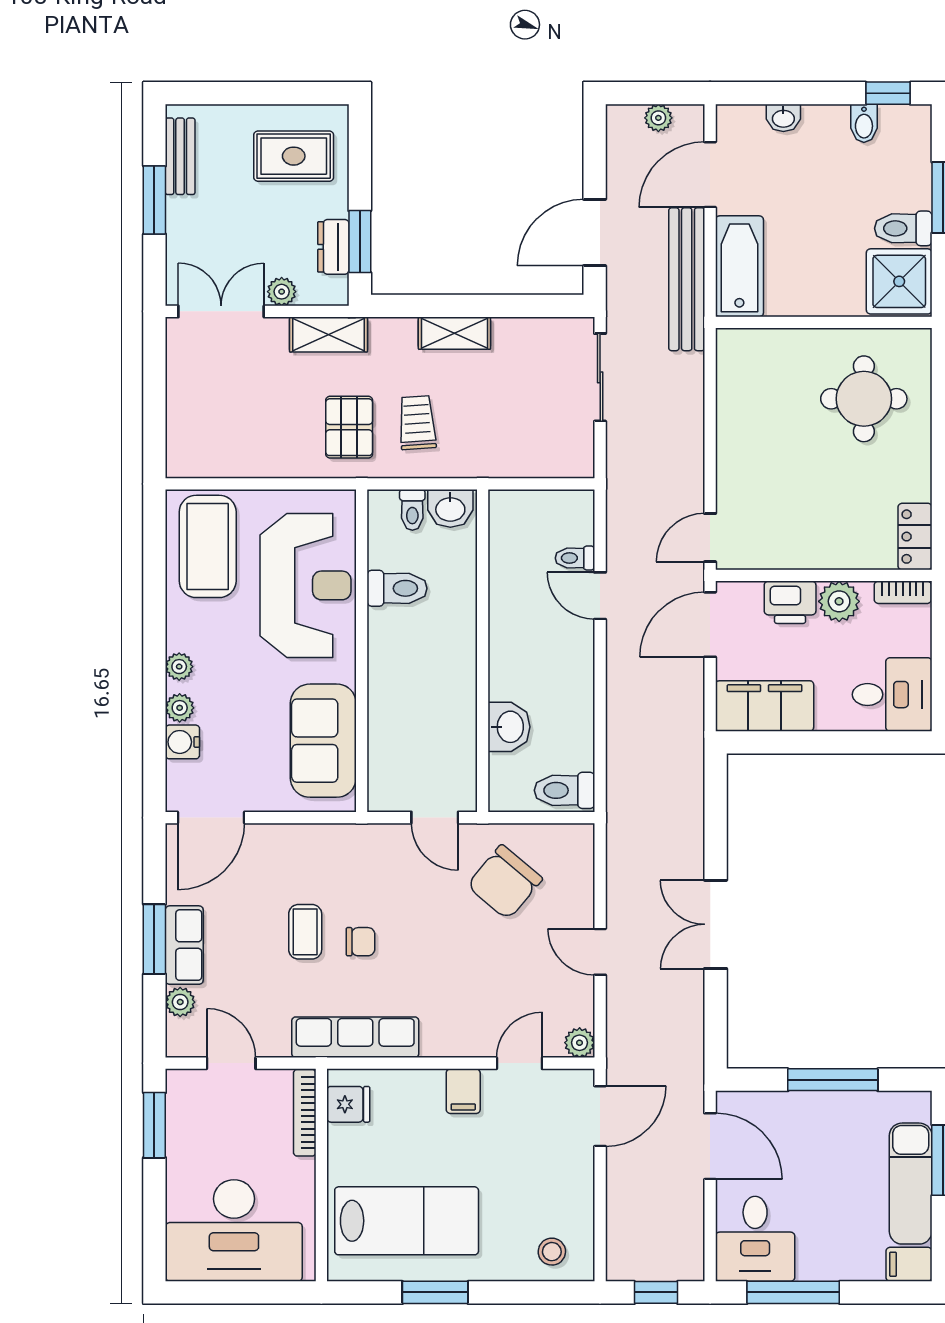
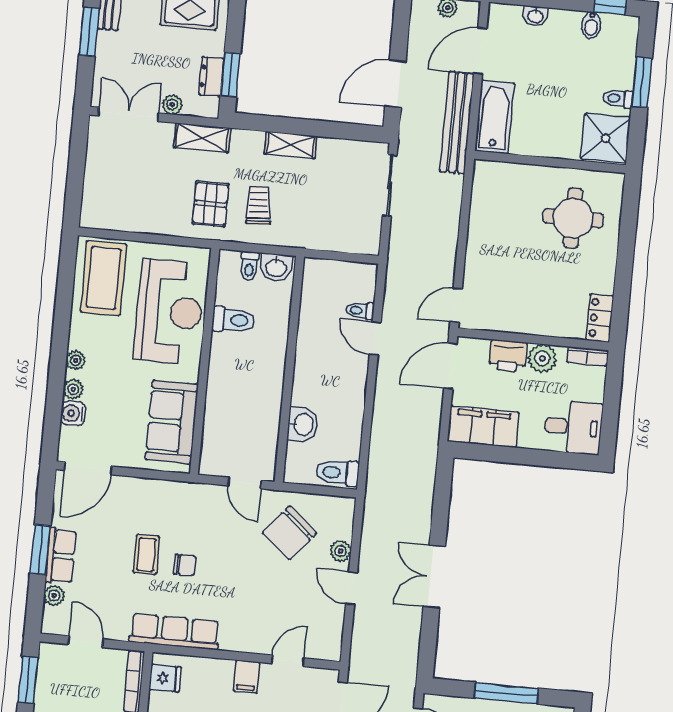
toilet: (903, 228) -> (618, 99), width x0.73, depth x0.72
plant: (580, 1043) -> (341, 551), moved

